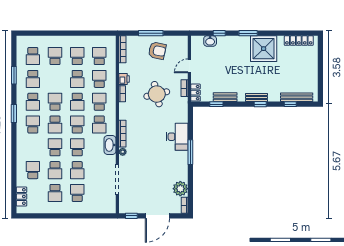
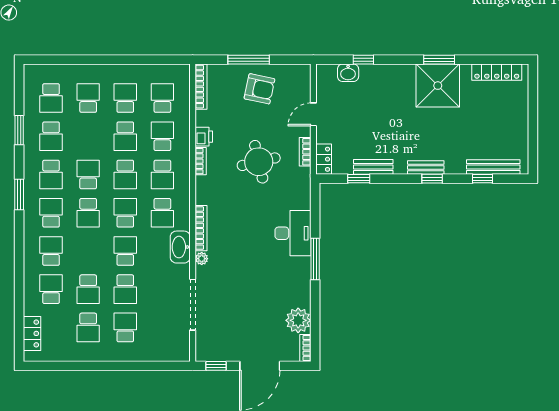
window: (248, 33) -> (439, 60), moved
school desk: (99, 102) -> (162, 175), turned 180
school desk: (55, 147) -> (51, 251), moved

